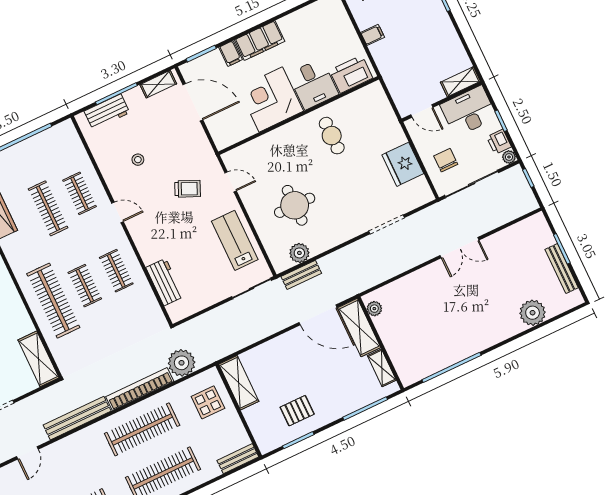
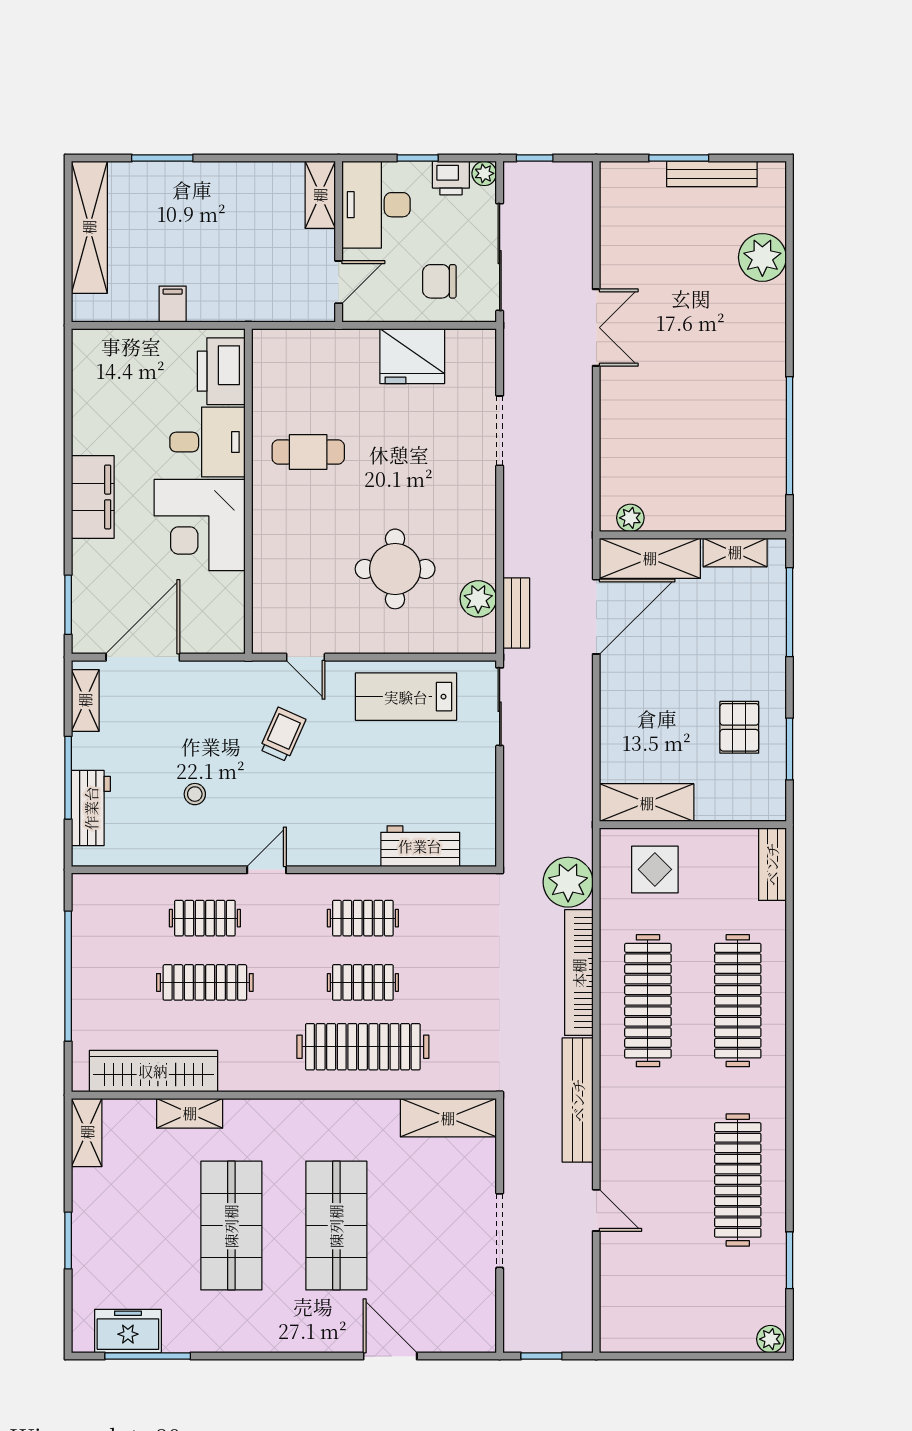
filing cabinet: (230, 53) -> (91, 556), removed
door: (231, 182) -> (306, 657), swing flipped

